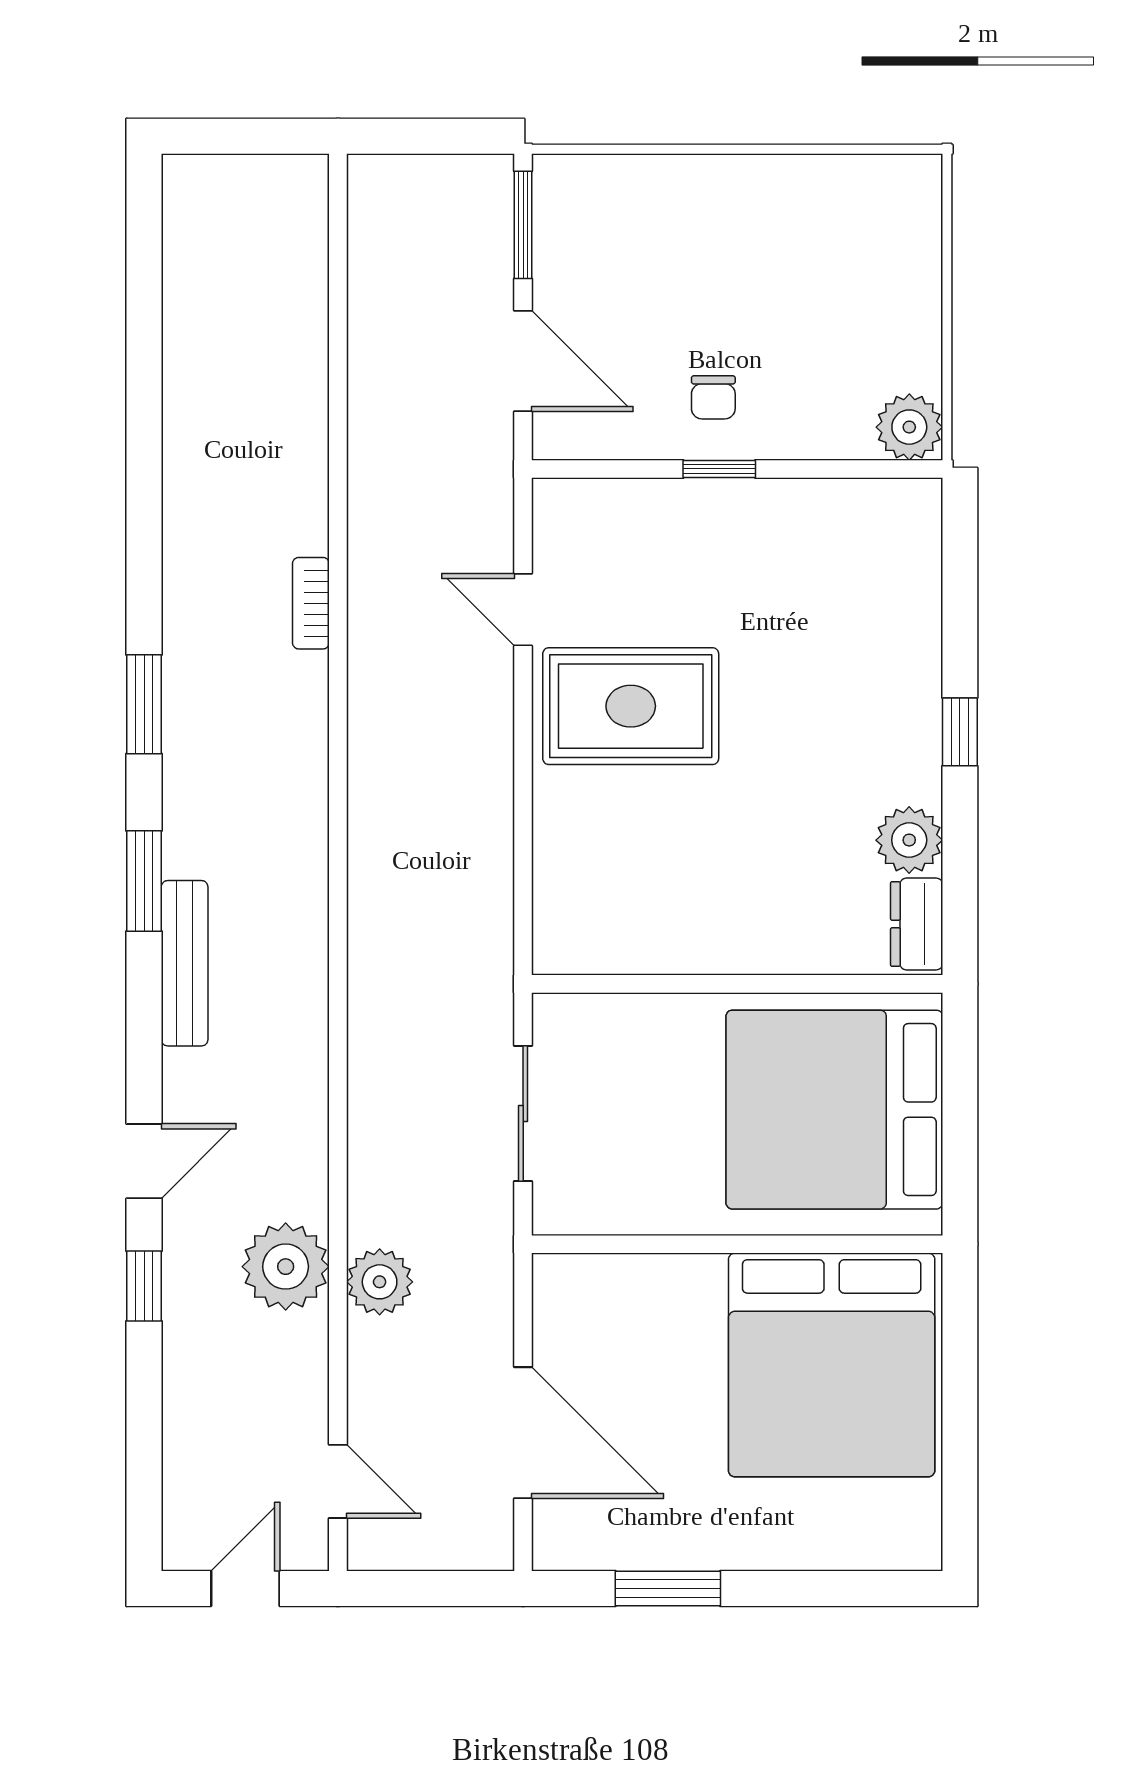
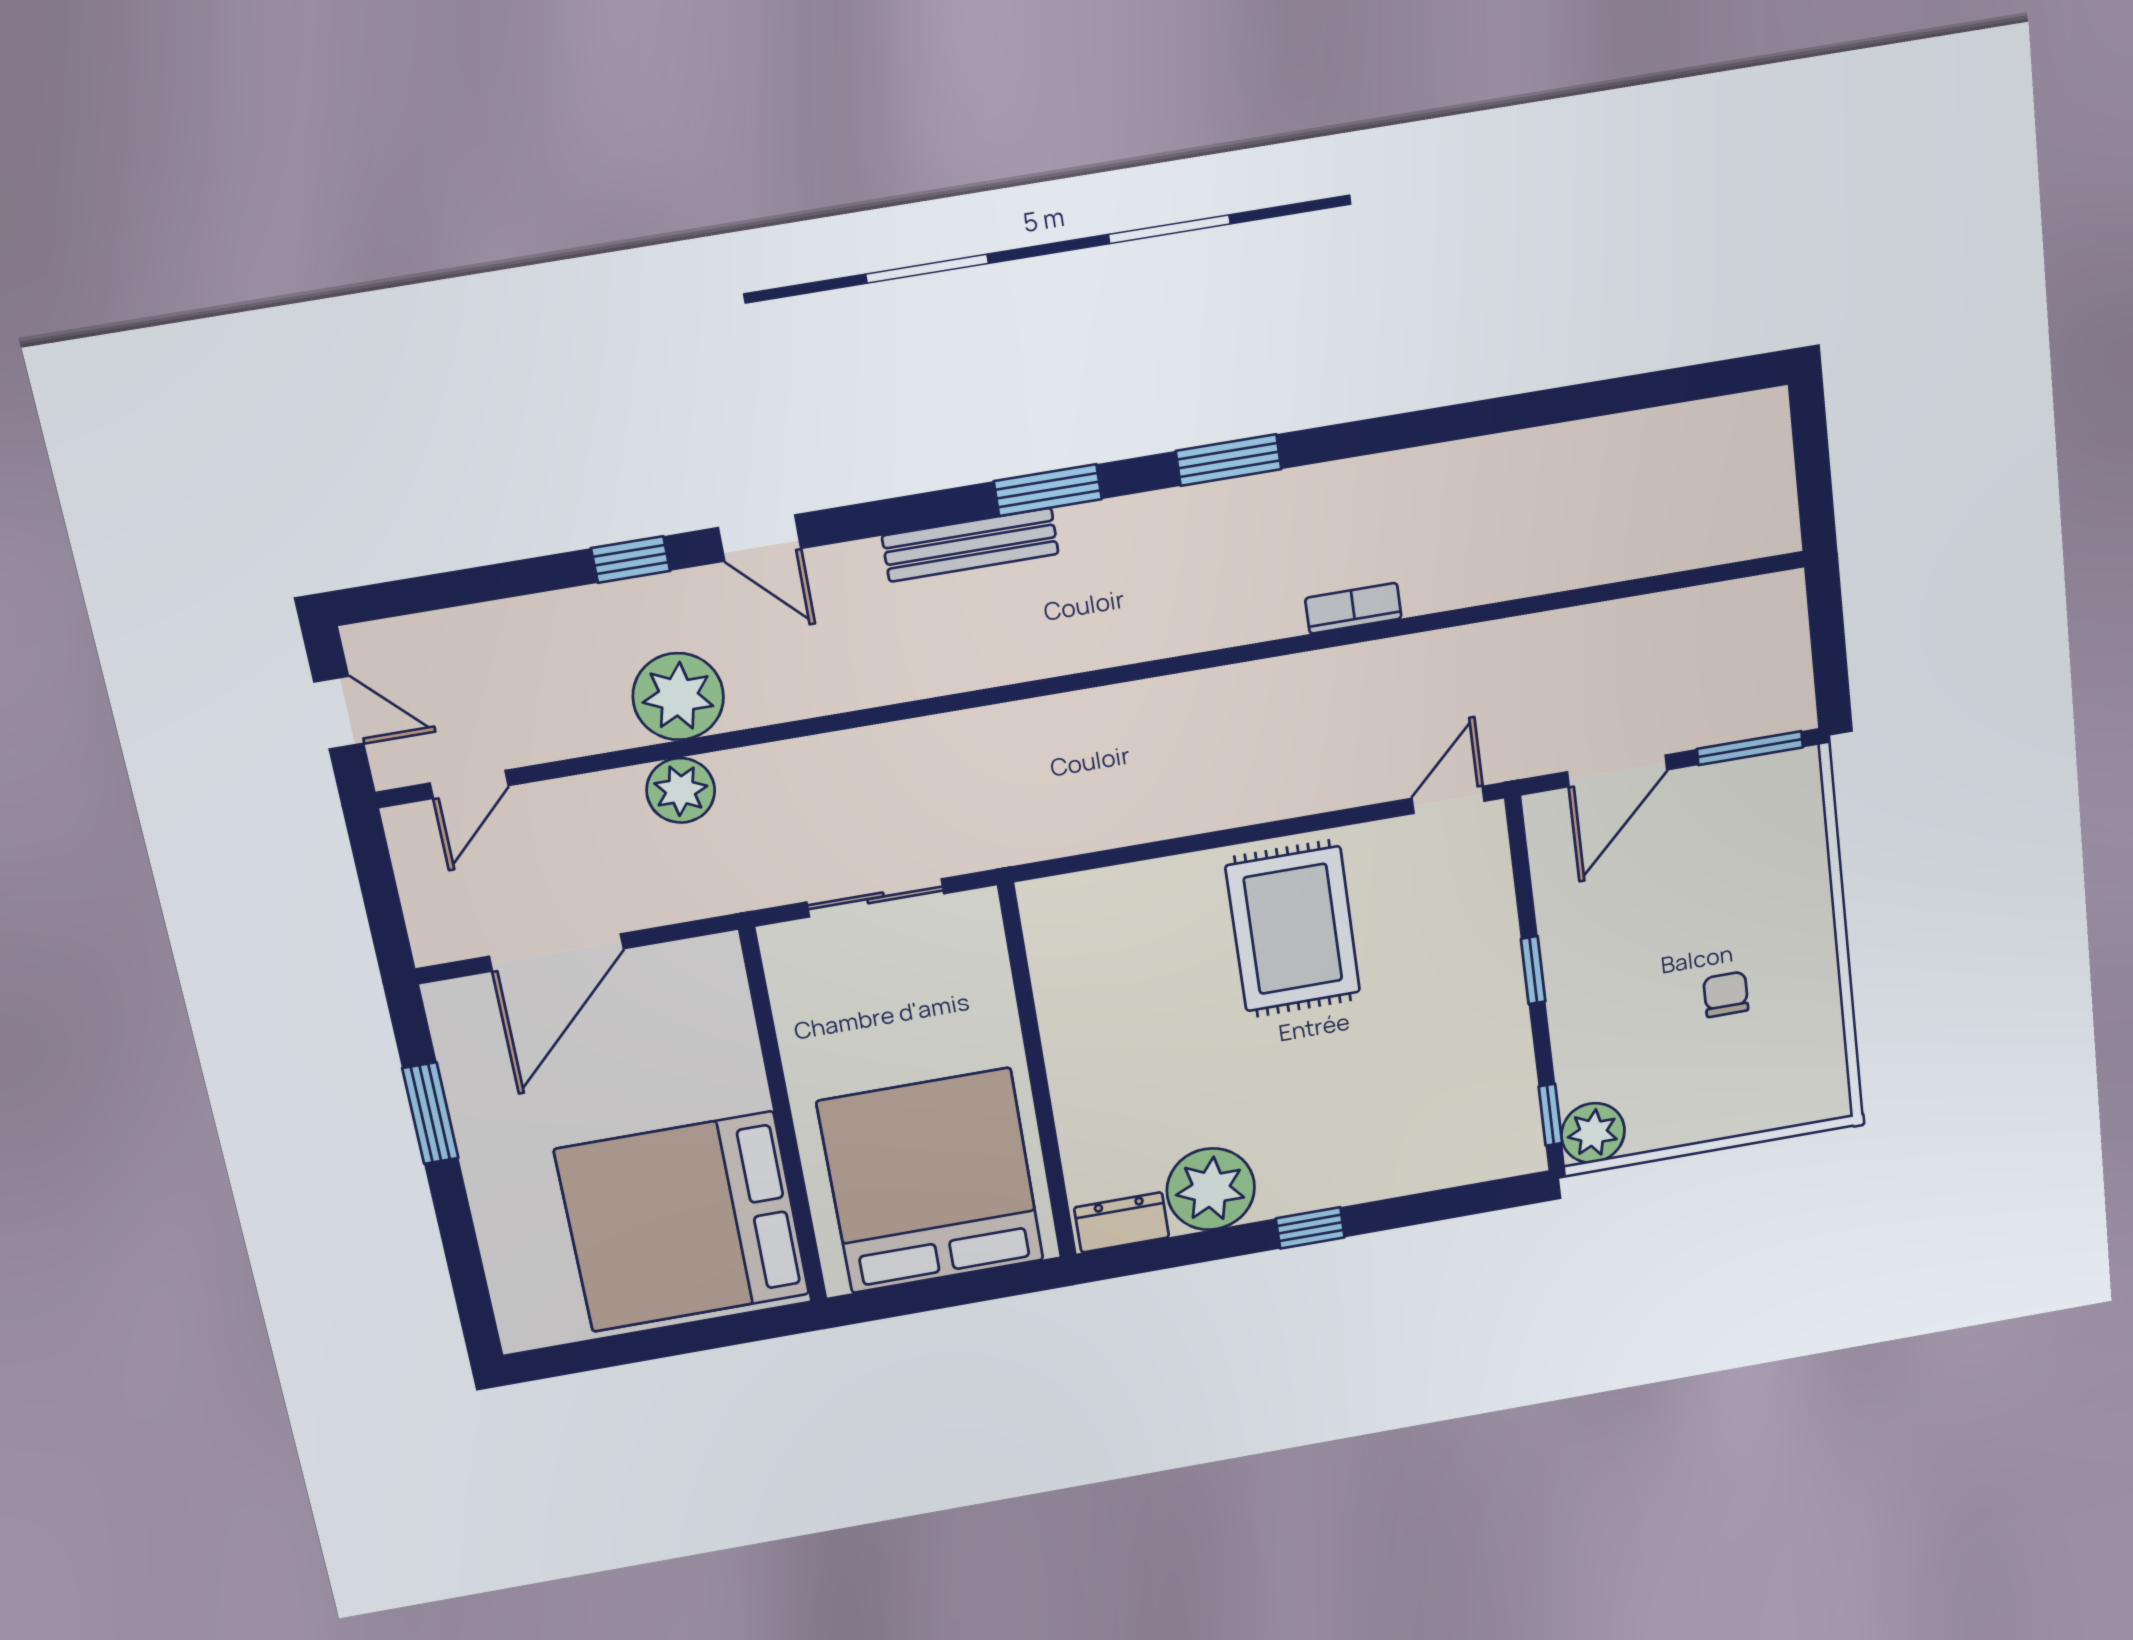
chair: (713, 397) -> (1726, 994), moved, turned 90
window: (881, 469) -> (1550, 1115), added
door: (523, 610) -> (1448, 800), moved
plant: (909, 840) -> (1211, 1189), width x1.36, depth x1.36

